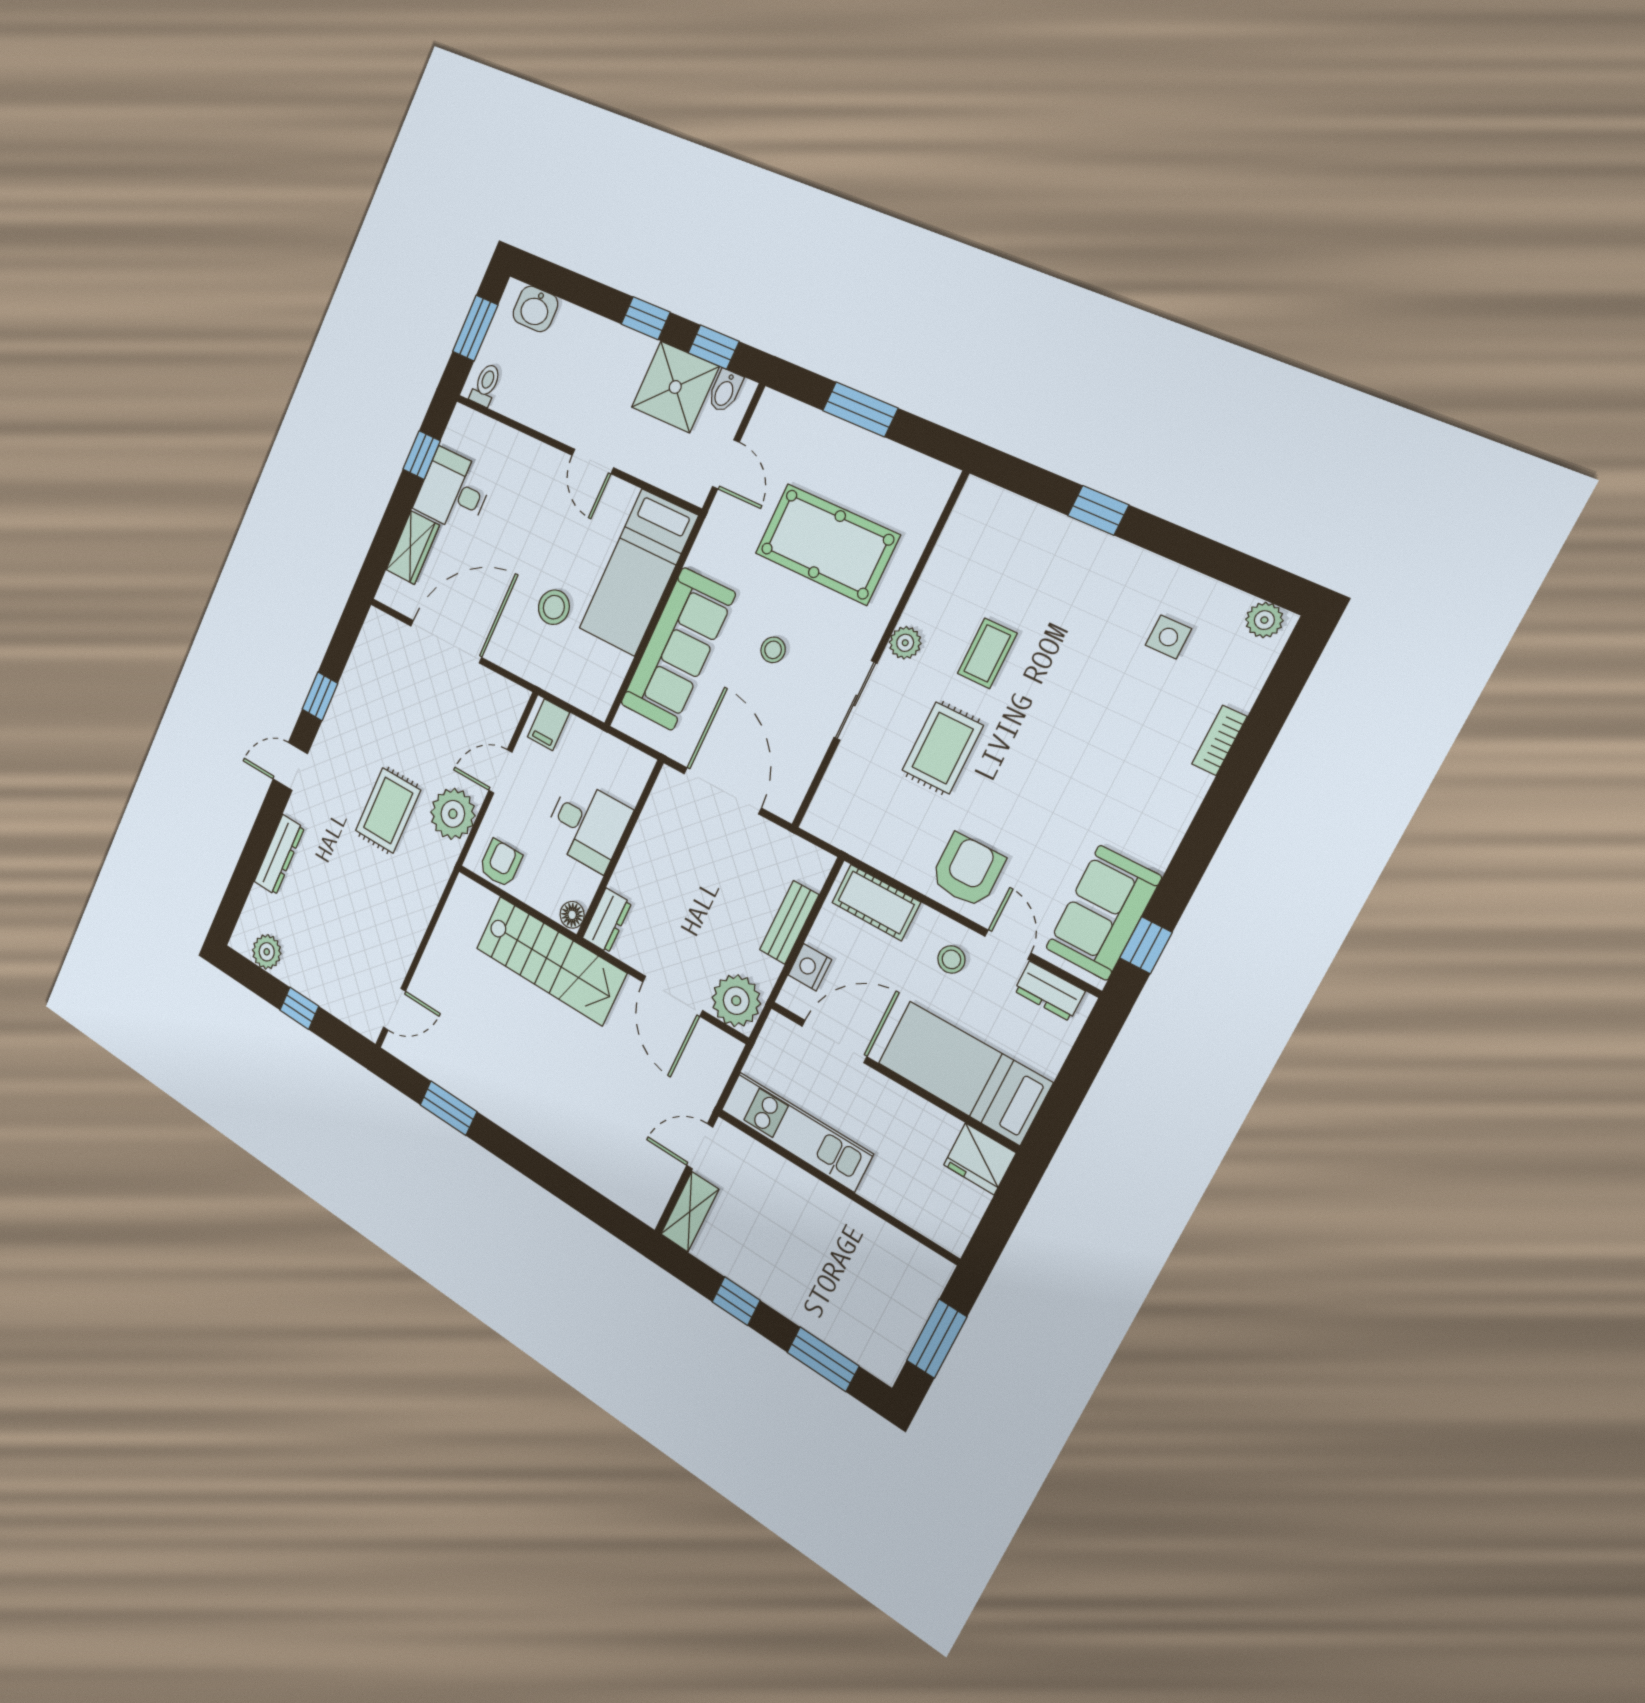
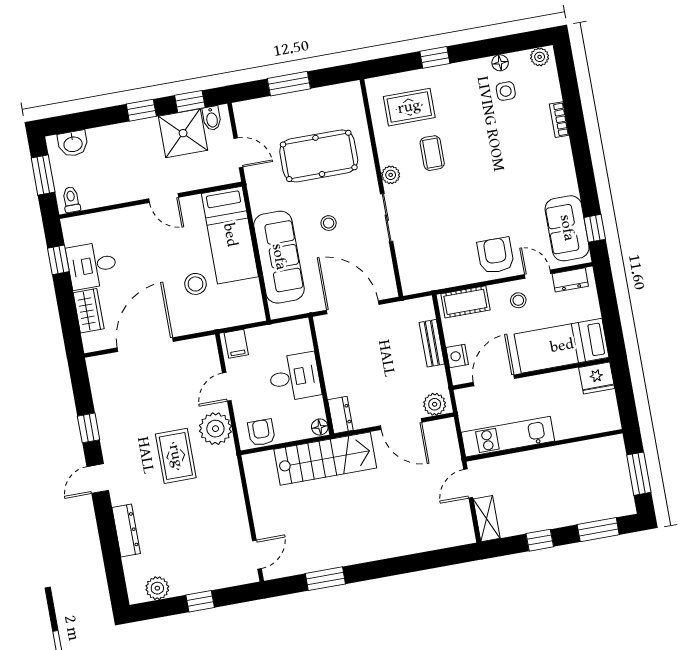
floor lamp: (1193, 587) -> (500, 63), added
rug: (943, 748) -> (409, 107), moved, turned 90
plant: (736, 1001) -> (435, 404), width x0.73, depth x0.73

